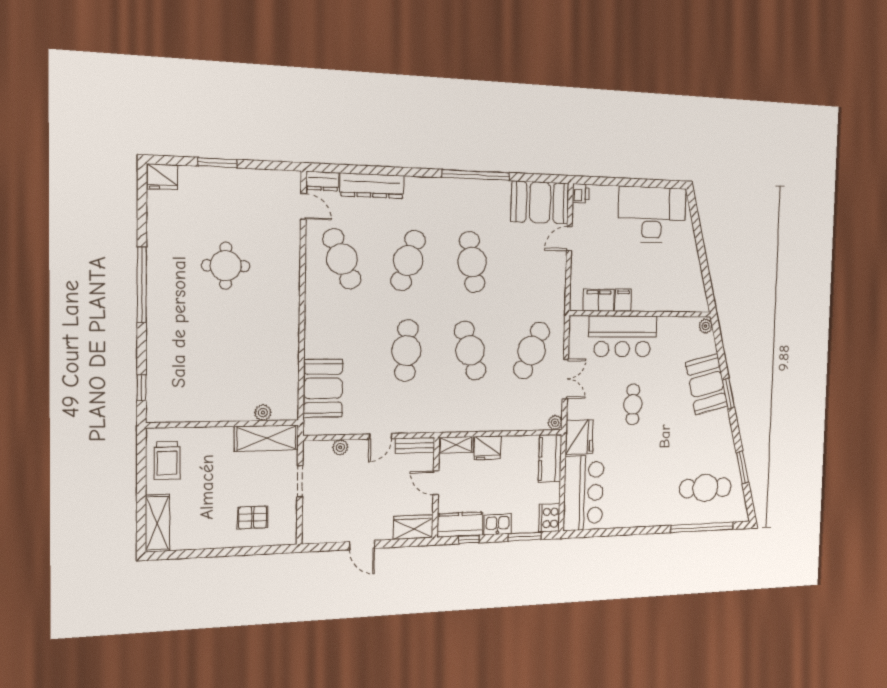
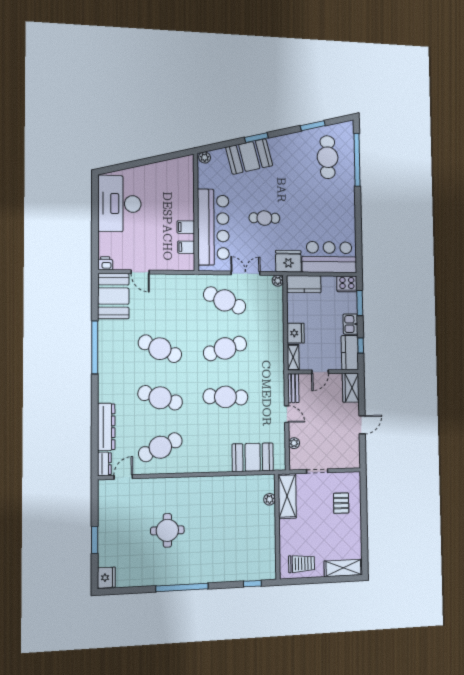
cafe table: (472, 262) -> (160, 349), turned 33
filing cabinet: (599, 300) -> (186, 247), width x0.50
bar counter: (623, 336) -> (213, 227), width x1.36

